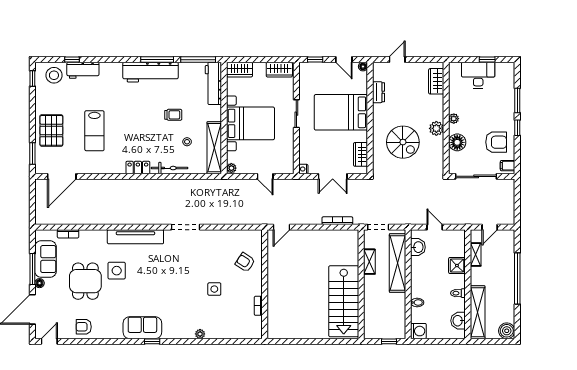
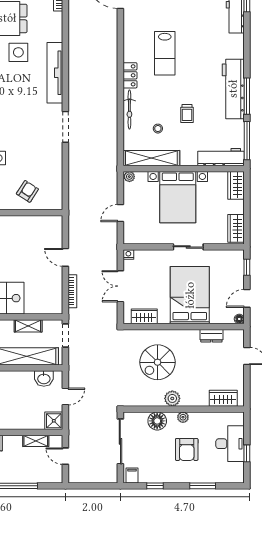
window: (517, 128) -> (155, 486), moved
lab bench: (94, 131) -> (165, 53), moved, turned -90
armchair: (496, 142) -> (187, 449), moved
door: (281, 227) -> (65, 257), moved
shower: (457, 266) -> (54, 421), moved

